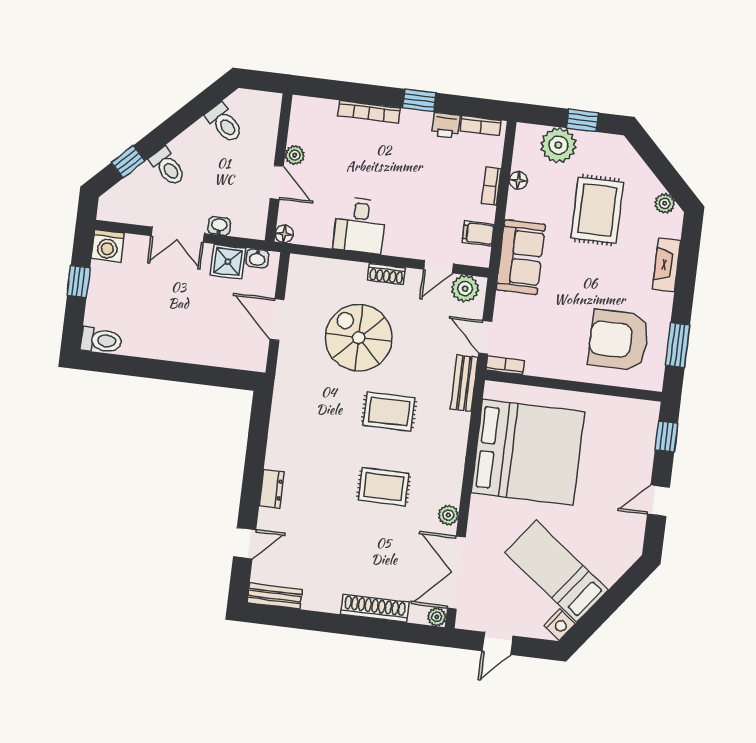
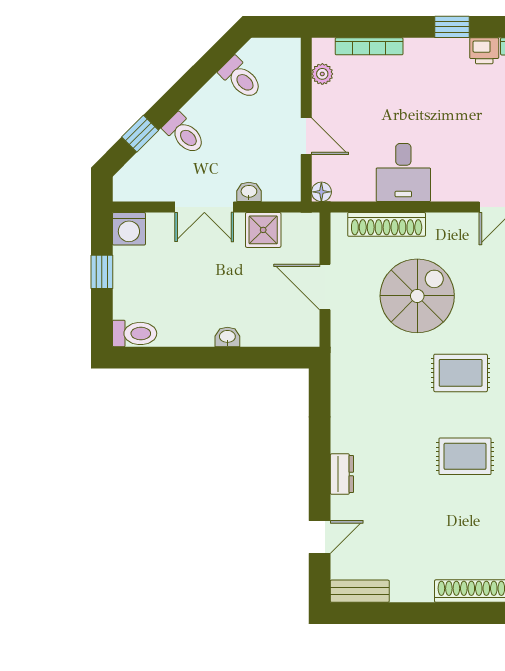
bookcase: (369, 112) -> (369, 46), moved
plant: (295, 155) -> (322, 74), moved
washbasin: (257, 258) -> (227, 337), moved, turned 180
shoe rack: (386, 274) -> (387, 224), moved, width x1.94, depth x1.24
spiral stairs: (359, 338) -> (417, 296), turned 90

